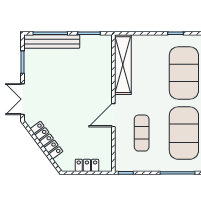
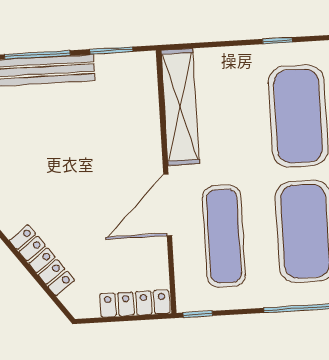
door: (113, 115) -> (168, 205), width x1.36
exercise mat: (142, 133) -> (224, 236), width x1.36, depth x1.45
locker: (87, 165) -> (135, 303), width x1.53

